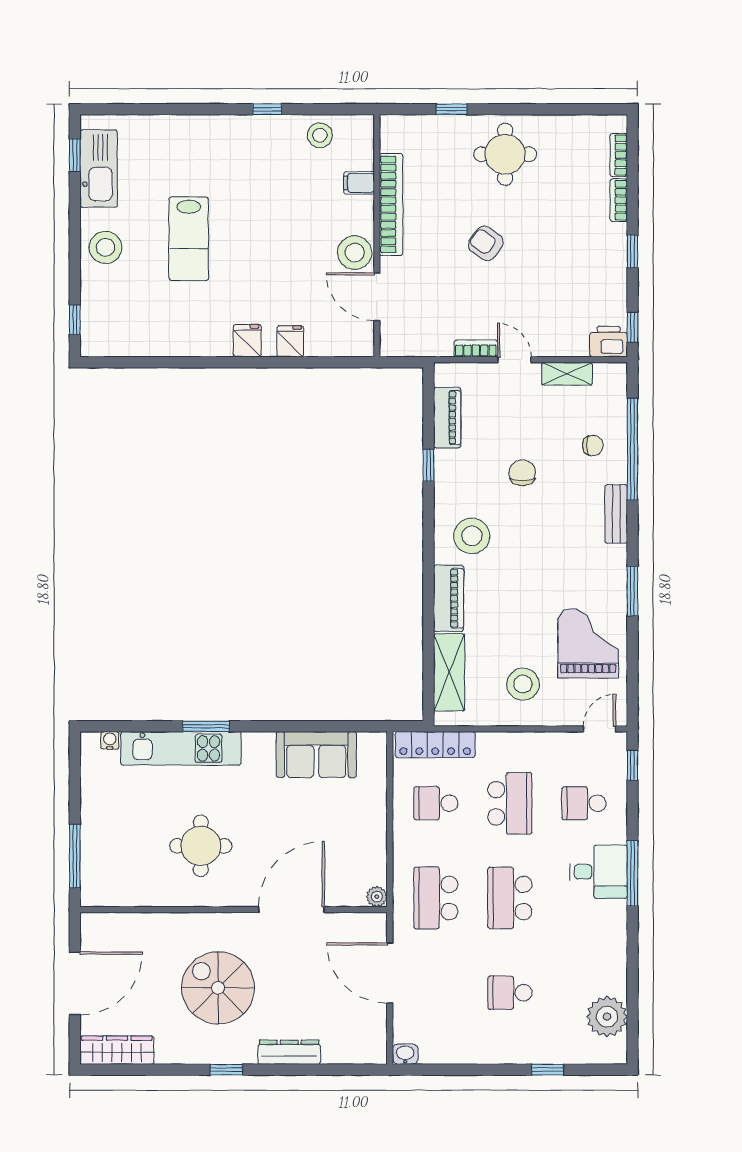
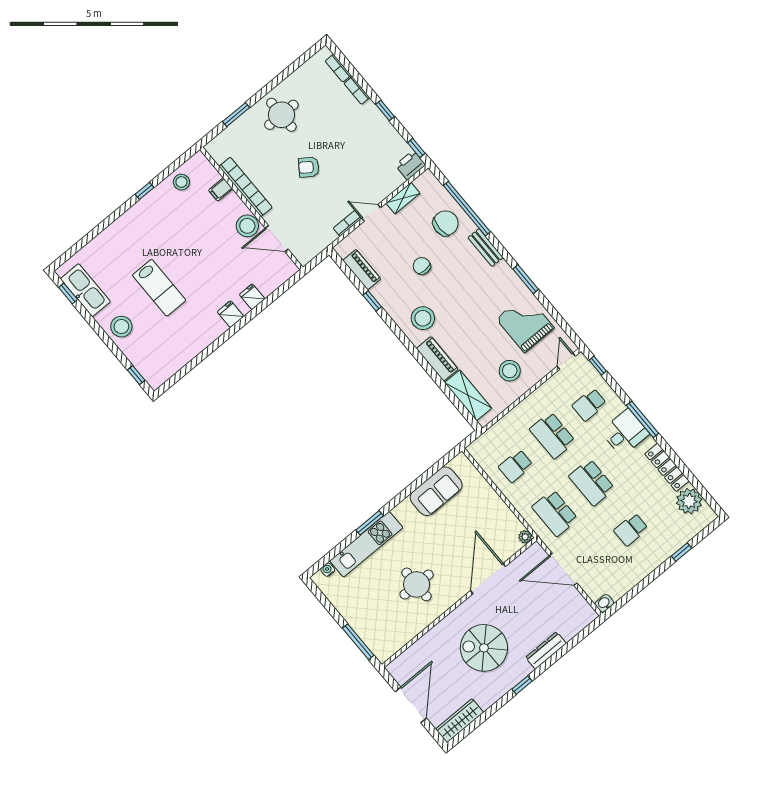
window: (452, 109) -> (236, 115), width x1.50
chair: (593, 445) -> (446, 223), width x1.87, depth x1.87
locker: (435, 745) -> (667, 467), moved, turned 90
school desk: (510, 803) -> (552, 435), turned 180

